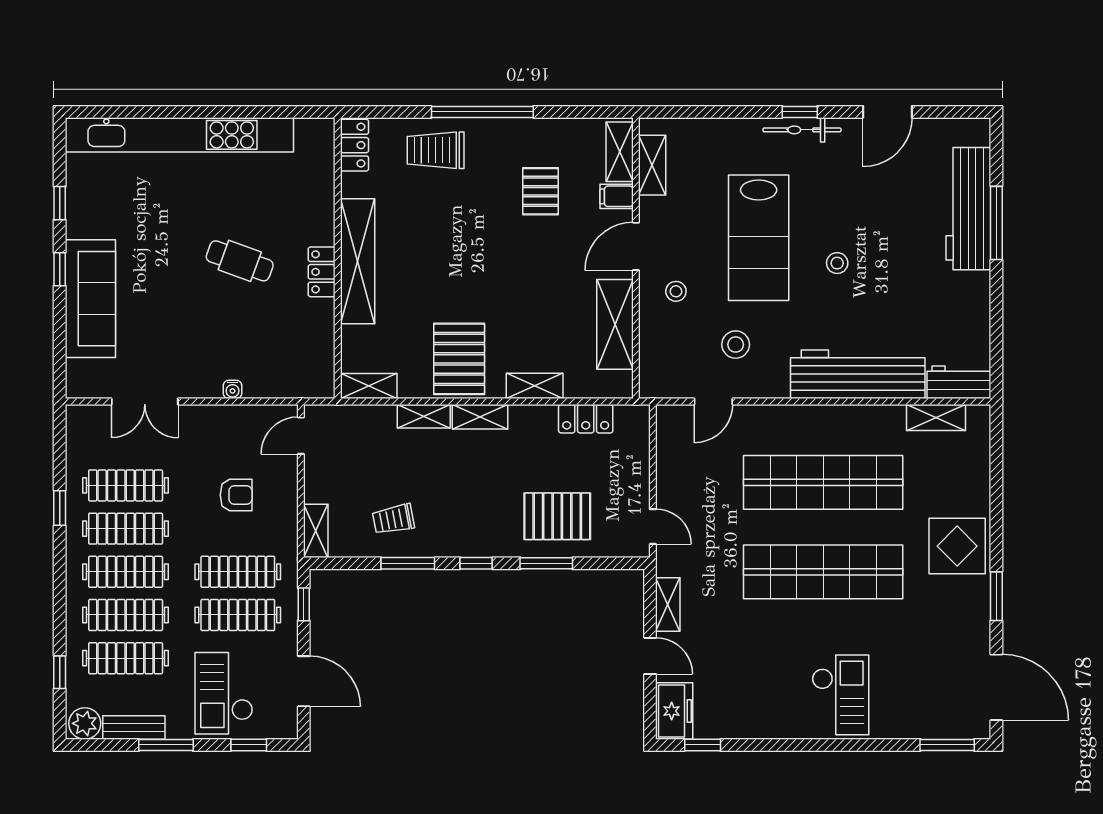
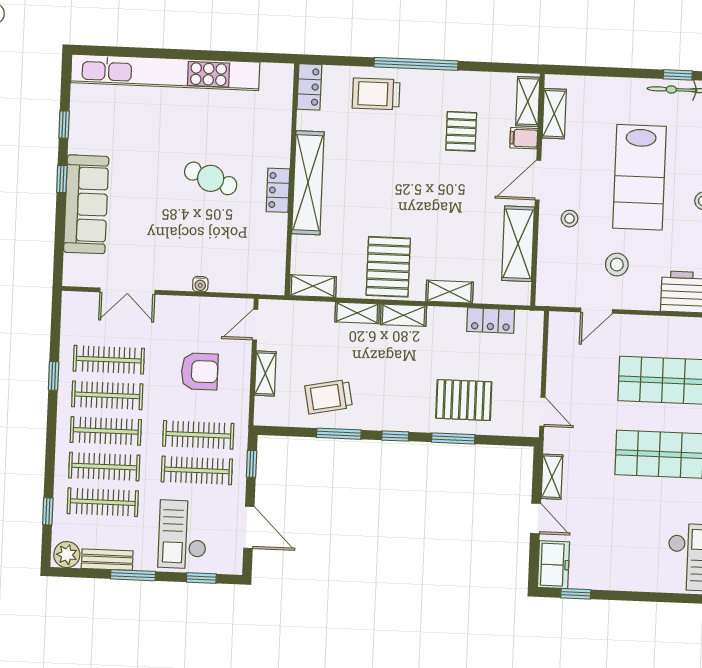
armchair: (236, 495) -> (200, 371), width x1.38, depth x1.38
trolley: (393, 519) -> (329, 397), width x1.36, depth x1.39
shelving: (316, 531) -> (265, 373), moved

